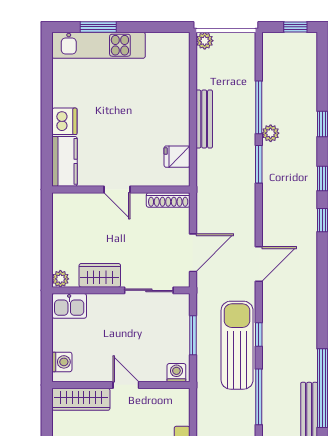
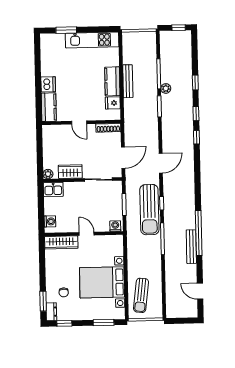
plant: (205, 41) -> (127, 37), removed
kitchen unit: (99, 45) -> (92, 40), moved
kitchen counter: (177, 119) -> (112, 81), added
sun lounger: (237, 345) -> (149, 210), turned 180

